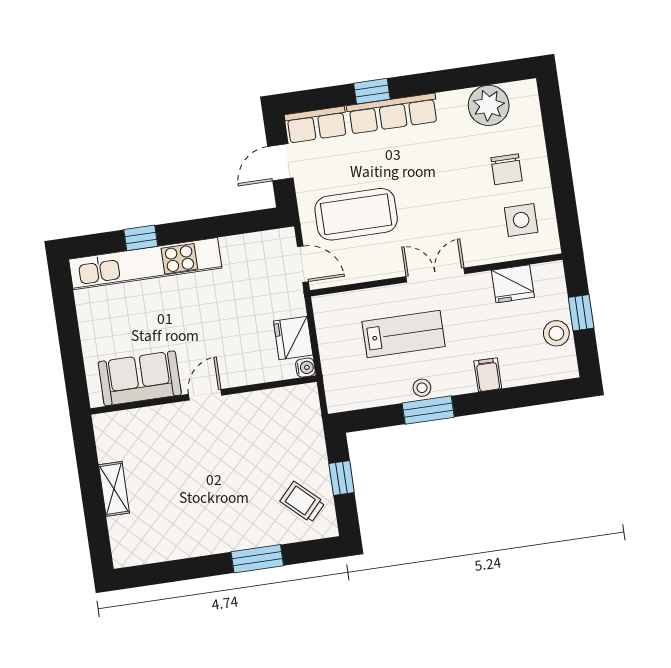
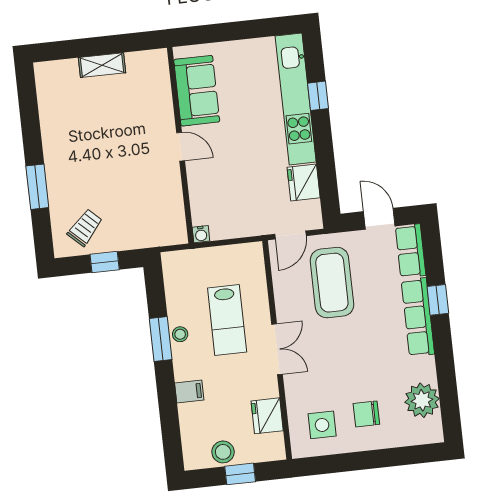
fridge: (293, 338) -> (304, 182), moved, turned -90

